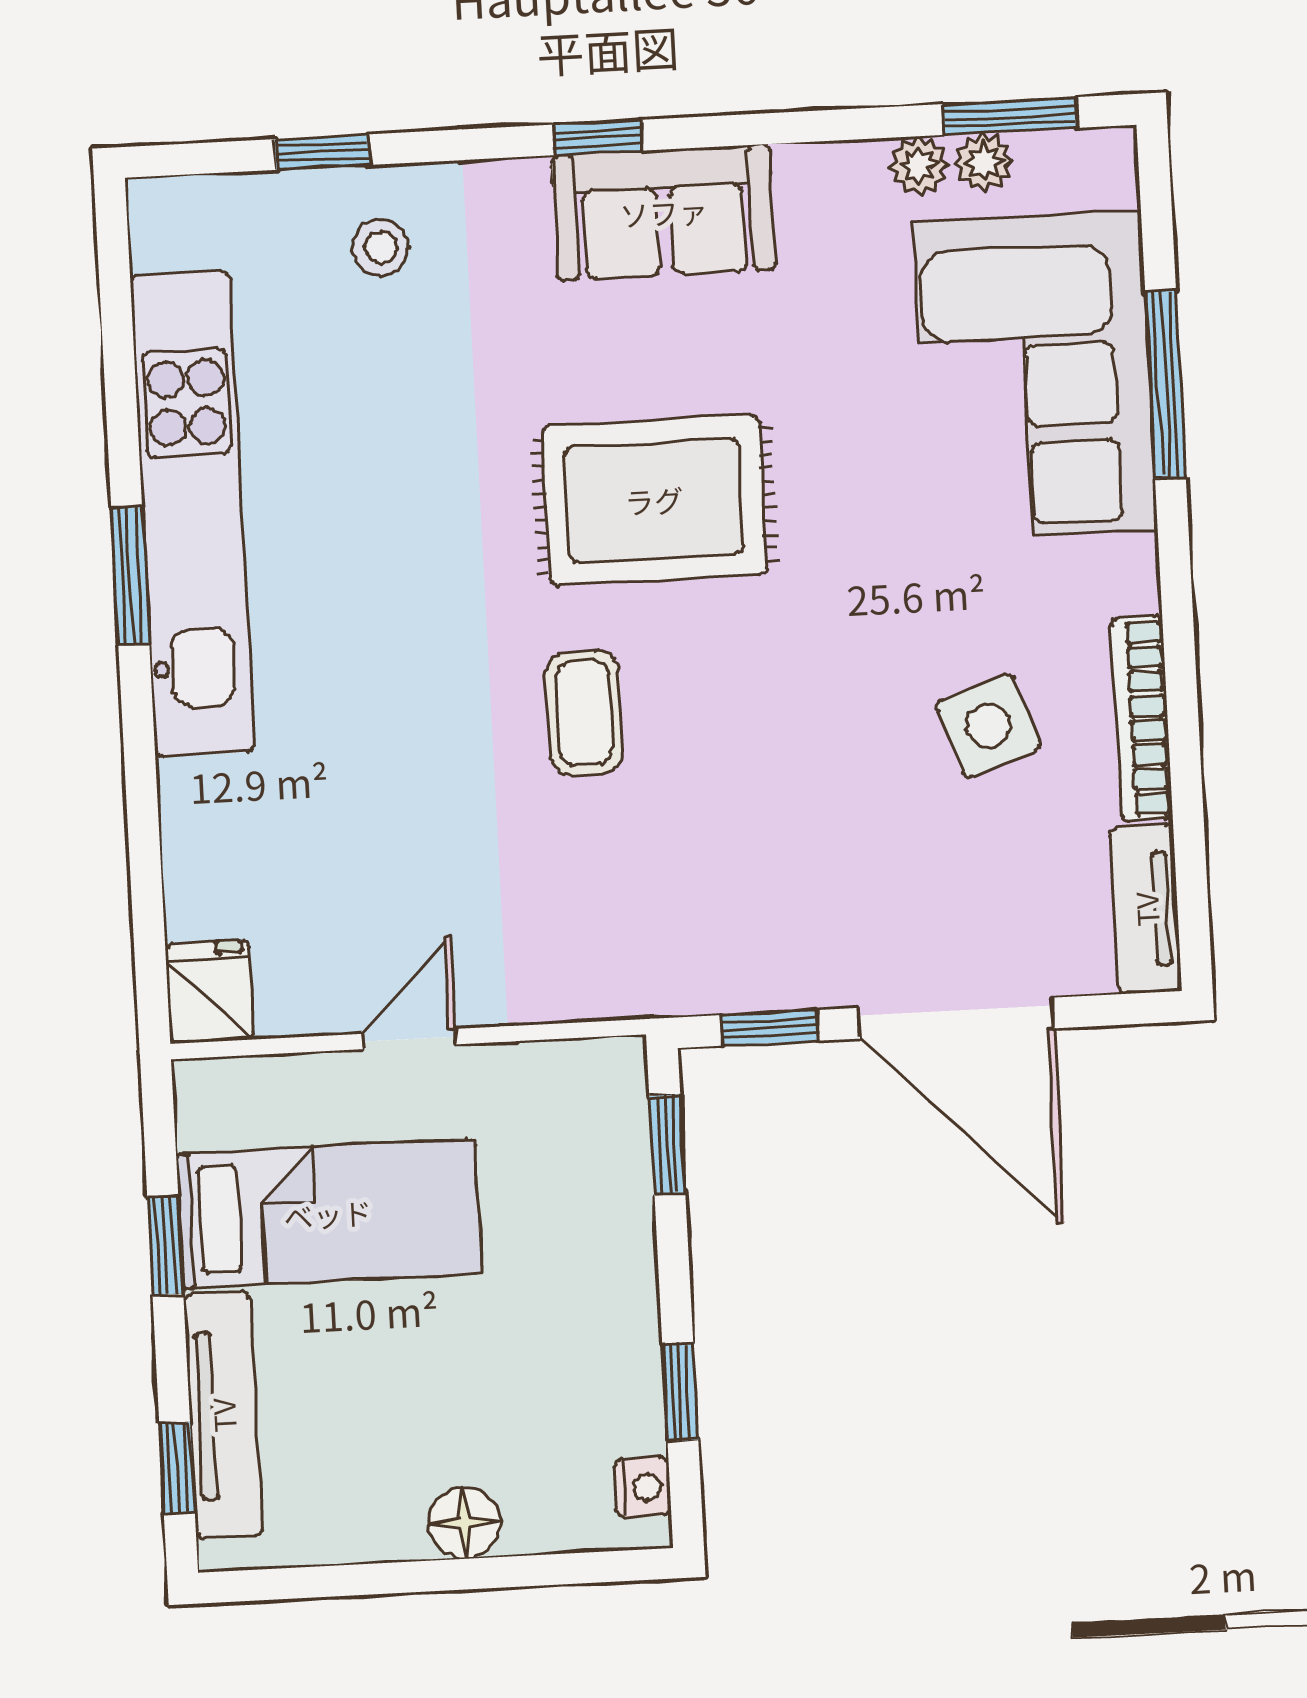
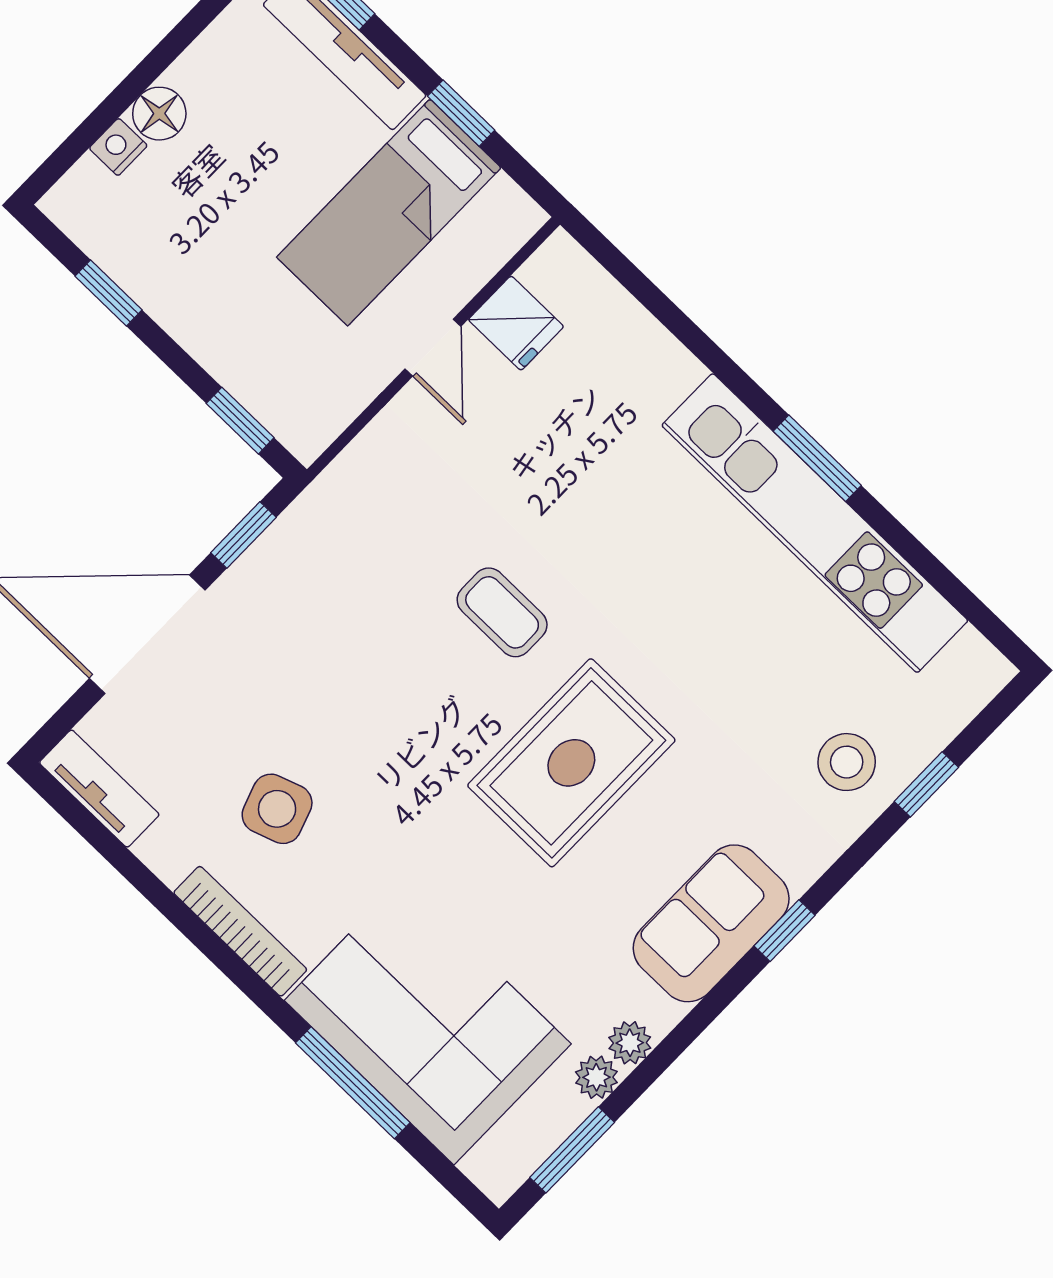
plant: (984, 162) -> (630, 1043), moved
stool: (381, 247) -> (847, 762), width x1.37, depth x1.37
bookcase: (1142, 718) -> (240, 931), moved
fridge: (209, 992) -> (516, 323), moved
nightstand: (642, 1487) -> (118, 147), moved, turned 90

